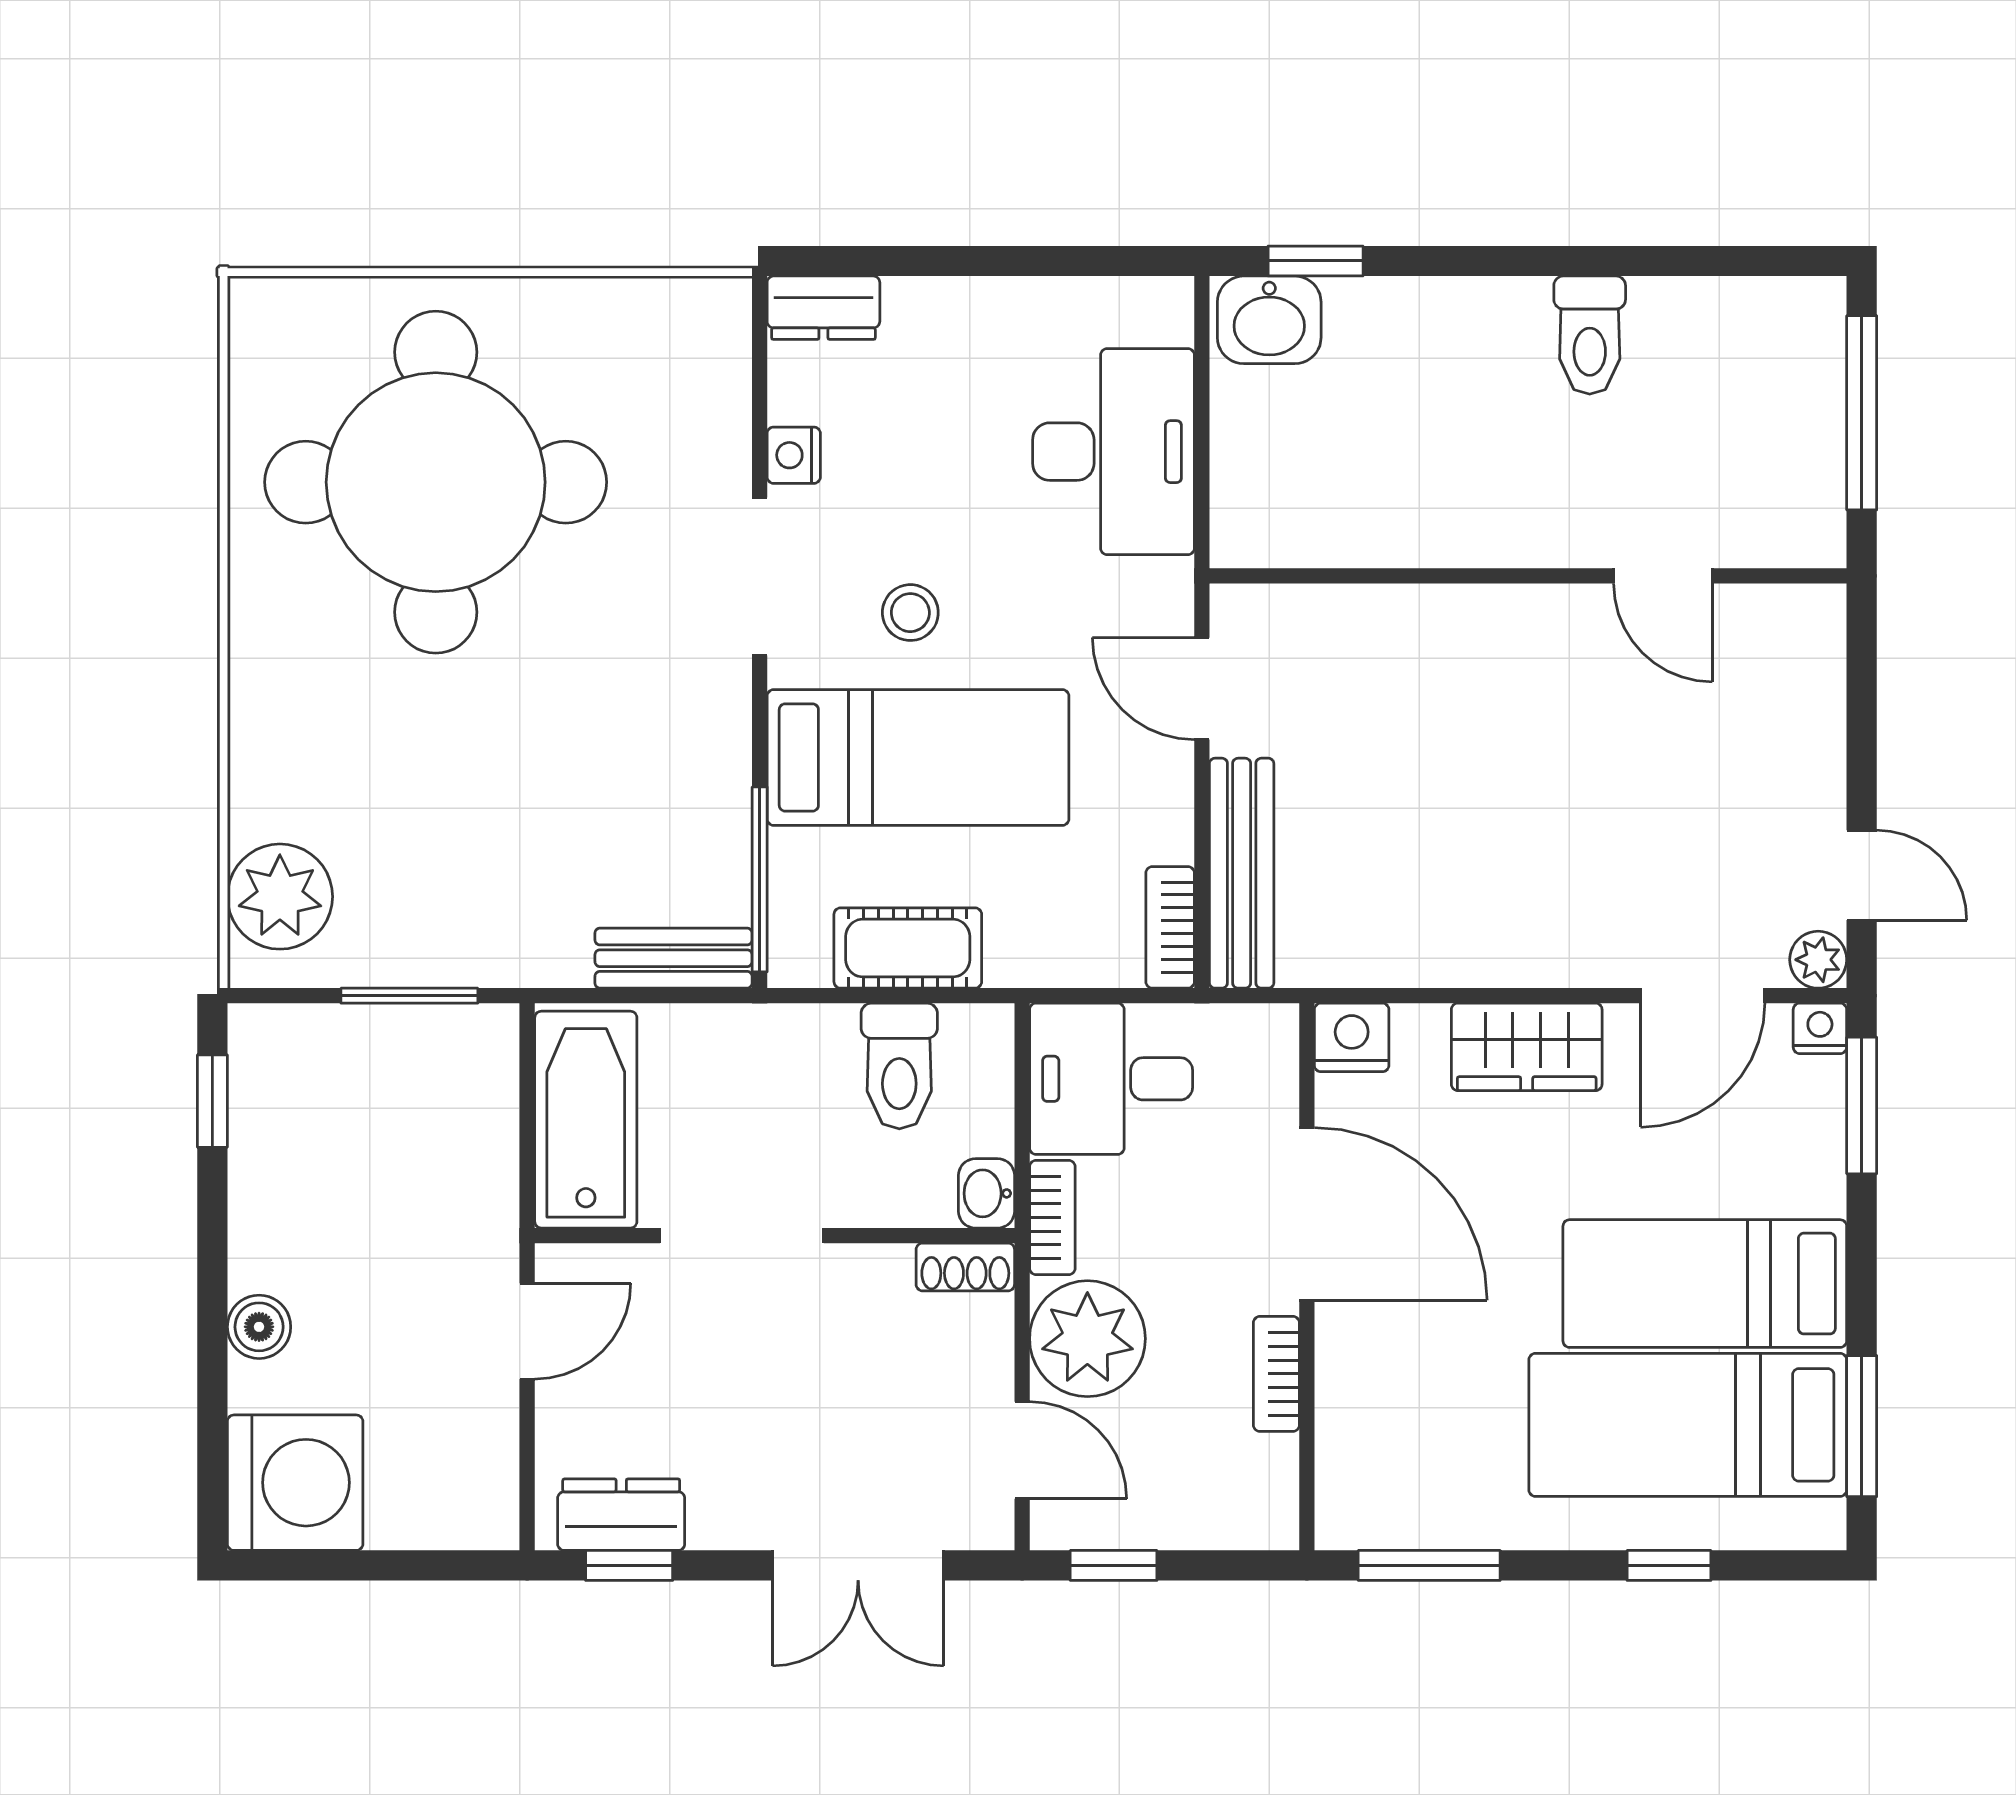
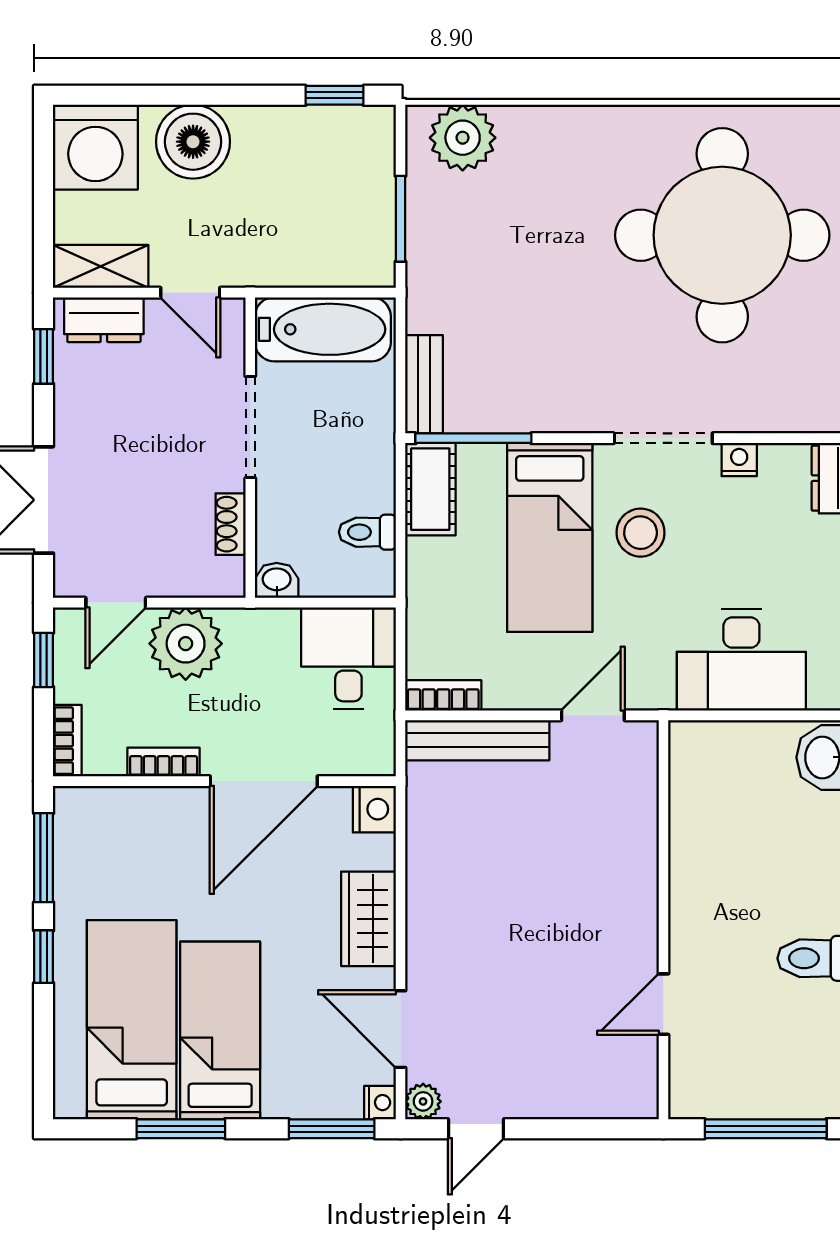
stool: (910, 613) -> (641, 533), width x1.37, depth x1.37
cot: (908, 948) -> (430, 489), moved
toilet: (899, 1066) -> (367, 532), width x0.73, depth x0.72
bookcase: (1052, 1218) -> (67, 741), moved, turned -90
shoe rack: (965, 1267) -> (231, 524), moved
boiler: (259, 1327) -> (193, 142), width x1.86, depth x1.86
window: (1862, 1426) -> (181, 1129), moved
shelving: (485, 1474) -> (101, 266), added
dresser: (621, 1515) -> (104, 320), moved, turned 90
window: (1669, 1565) -> (44, 957), moved

